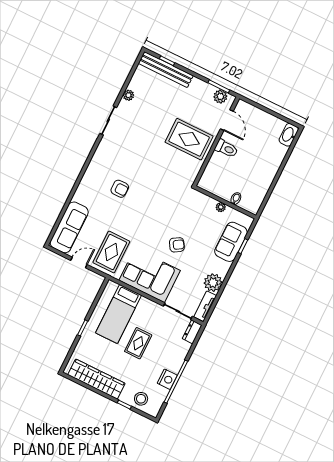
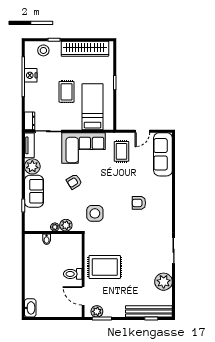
plant: (128, 95) -> (164, 282), width x1.87, depth x1.87
side table: (172, 201) -> (95, 213), added
plant: (208, 203) -> (66, 225), added
sofa: (231, 242) -> (34, 191), moved
rug: (111, 252) -> (121, 151), width x0.73, depth x0.70

